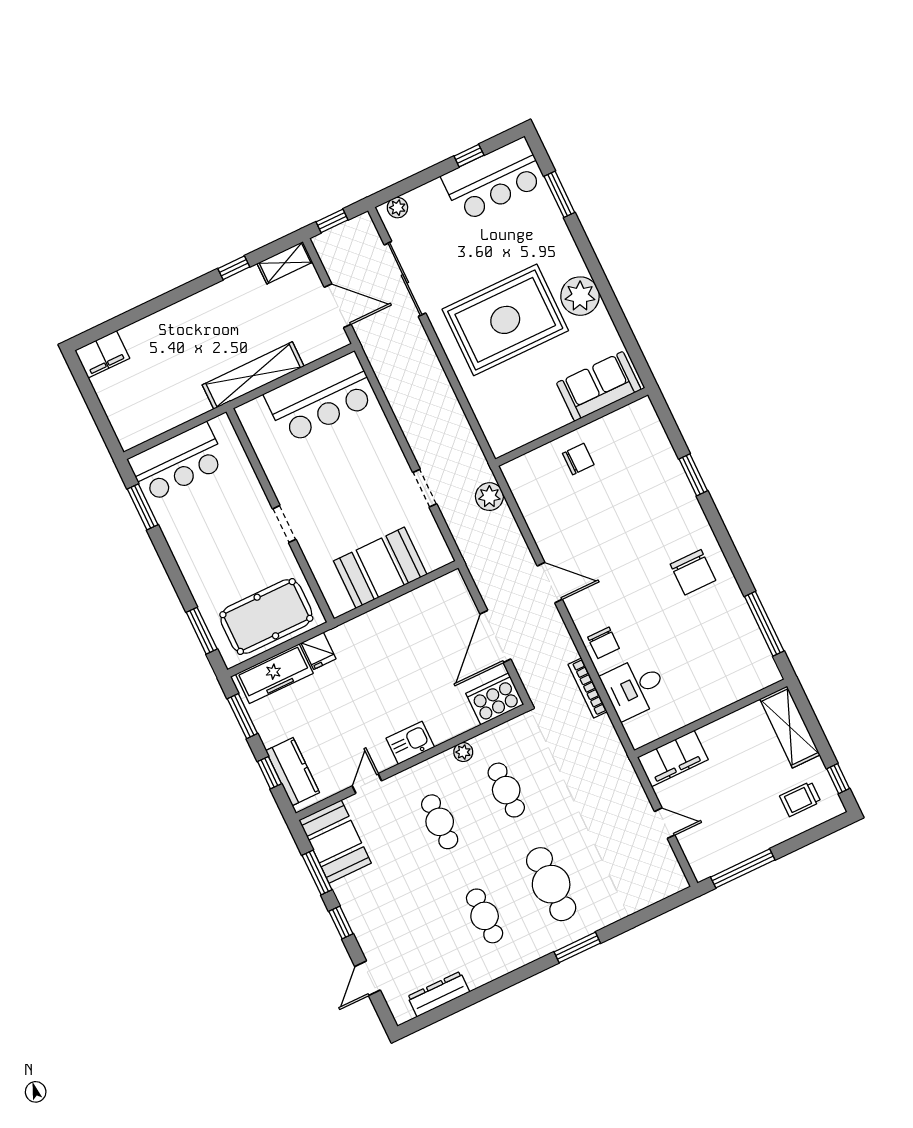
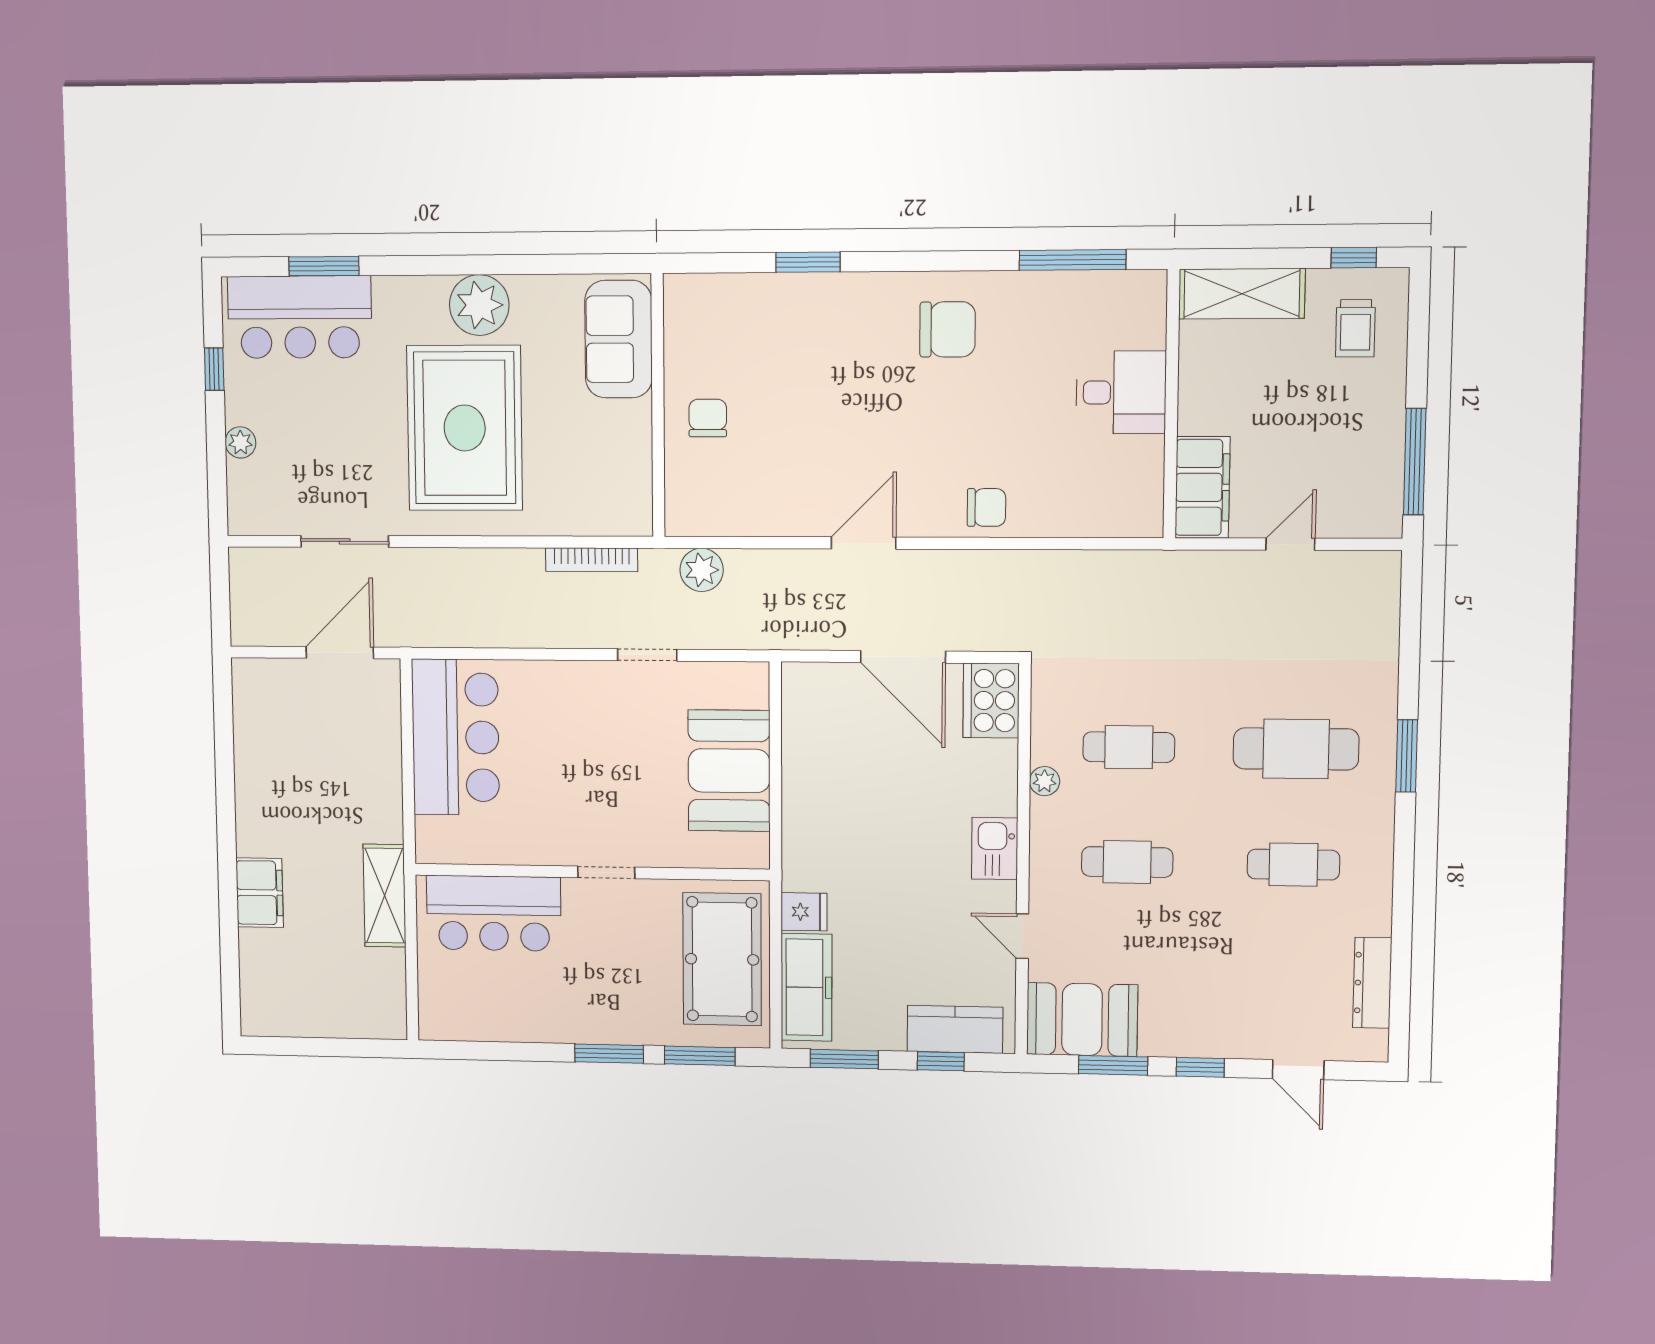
bar counter: (494, 179) -> (300, 317), moved, turned 90
plant: (397, 208) -> (240, 442), moved
window: (332, 221) -> (220, 604), removed
shelving: (285, 263) -> (249, 696), removed
window: (234, 268) -> (225, 769), removed
sliding door: (405, 279) -> (345, 541), width x0.73
filing cabinet: (102, 354) -> (260, 893), moved
shelving: (253, 376) -> (384, 896), moved, width x0.68
bar counter: (177, 462) -> (494, 913), moved, turned 90
window: (143, 507) -> (609, 1054), moved
bookcase: (588, 688) -> (592, 560), moved
desk: (635, 688) -> (1121, 392), moved, turned -90

